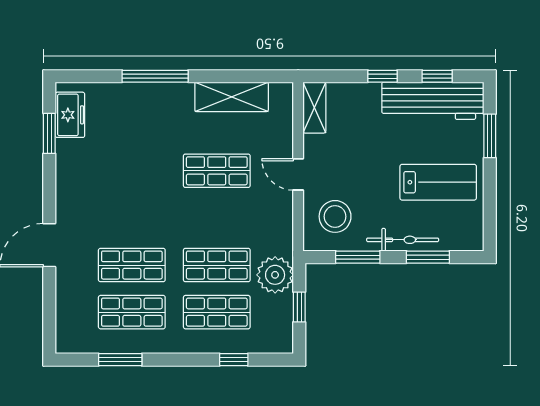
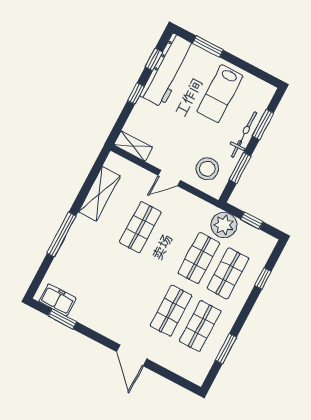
lab bench: (438, 182) -> (220, 94), turned 180

